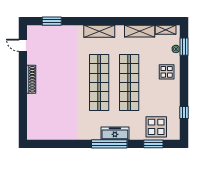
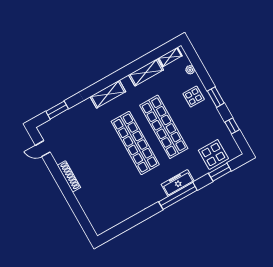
window: (184, 47) -> (216, 97), moved

